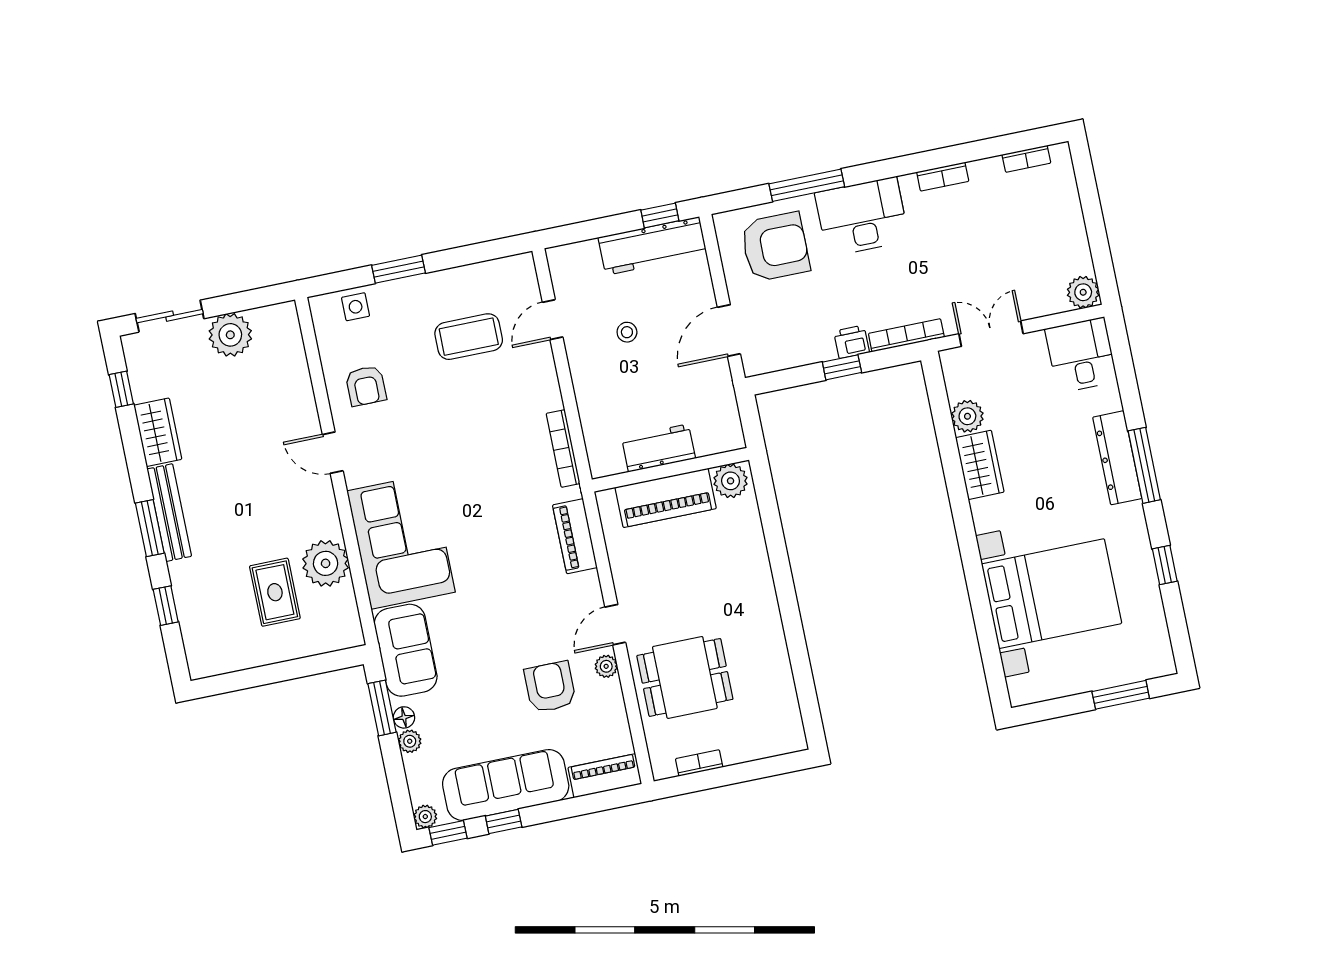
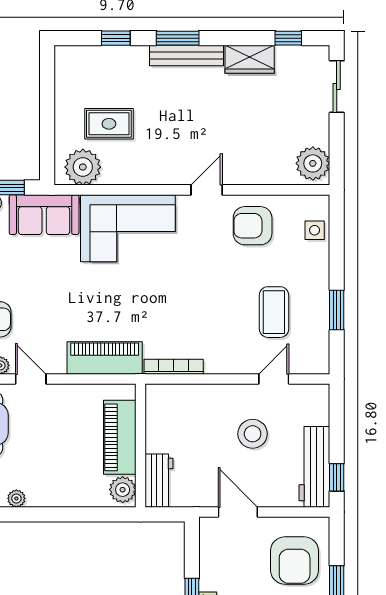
window: (398, 269) -> (337, 310), moved
door: (553, 320) -> (274, 379), hinge flipped
stool: (627, 332) -> (253, 434), width x1.89, depth x1.89
plant: (230, 335) -> (313, 163), moved
armchair: (366, 386) -> (253, 226), width x1.38, depth x1.38
workbench: (659, 448) -> (159, 481), moved
piano: (575, 536) -> (105, 358), width x1.37, depth x1.33
plant: (326, 563) -> (83, 167), moved
plant: (769, 612) -> (16, 498), added

